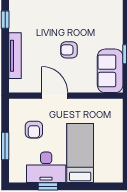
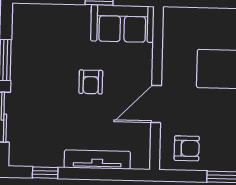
armchair: (34, 130) -> (187, 148), moved

